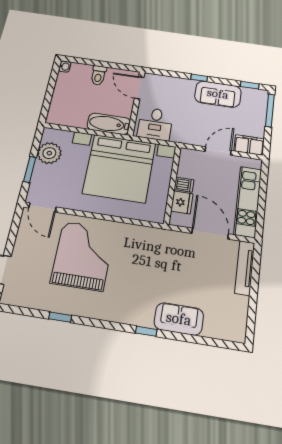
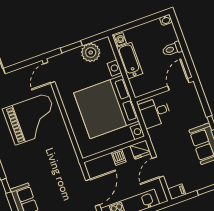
washing machine: (55, 118) -> (119, 40), added
bathtub: (109, 124) -> (130, 61), moved
filing cabinet: (249, 145) -> (177, 192), width x0.50
door: (218, 151) -> (158, 167), swing flipped
fridge: (182, 202) -> (140, 150), moved

